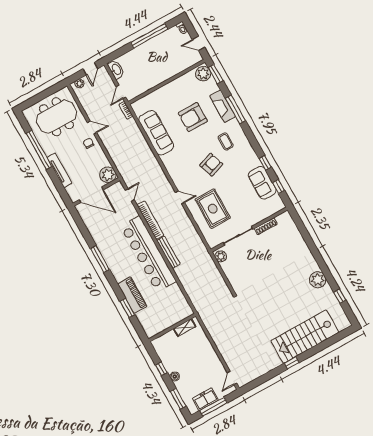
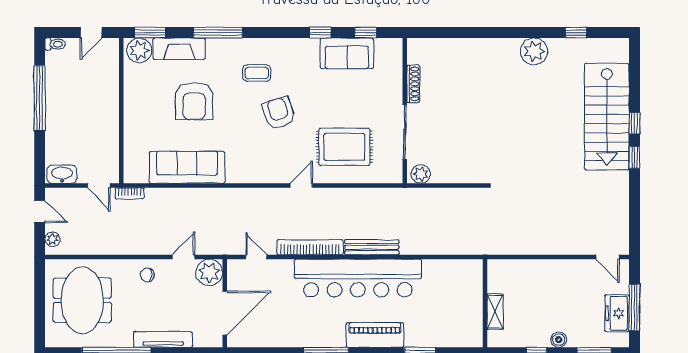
fireplace: (223, 106) -> (179, 49), moved
door: (92, 128) -> (184, 257), moved
piano: (132, 295) -> (375, 335), moved
shelving: (185, 327) -> (495, 312), moved
window: (309, 353) -> (634, 123), added

